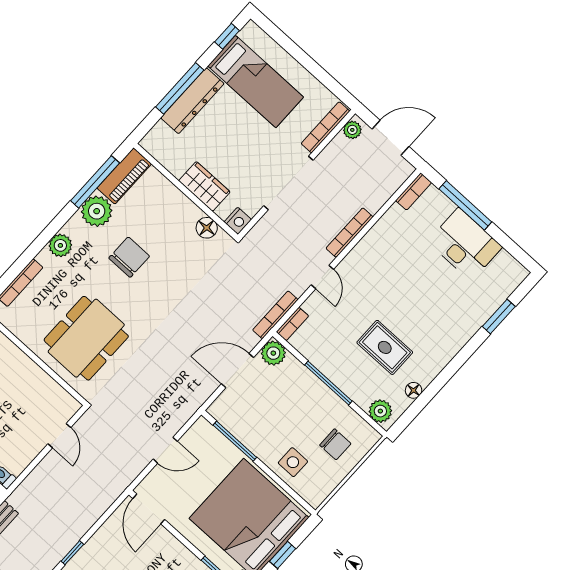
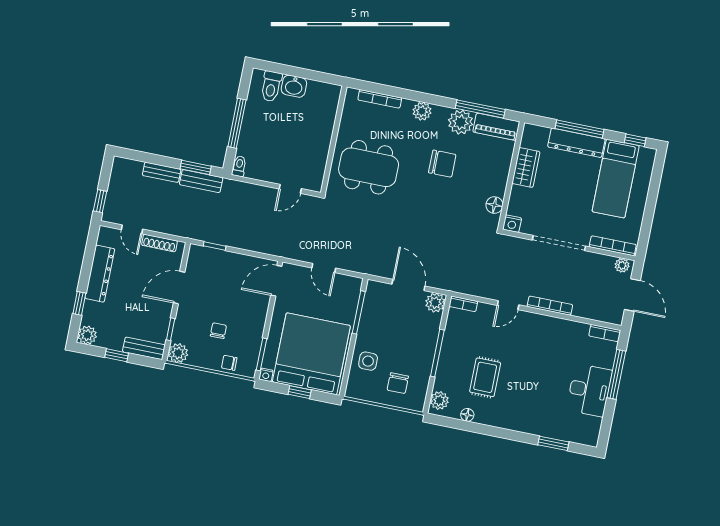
wardrobe: (204, 186) -> (526, 167), moved
bookcase: (275, 315) -> (463, 288), removed

